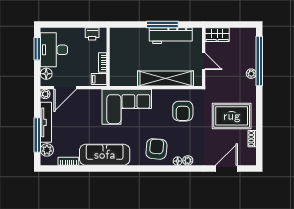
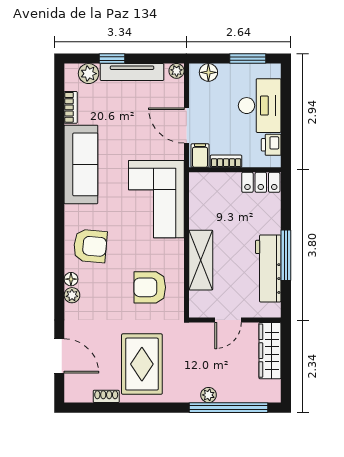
wardrobe: (217, 35) -> (270, 351), width x1.50
locker: (116, 40) -> (261, 182), added
desk: (54, 50) -> (260, 106), moved, turned 90
shelving: (165, 79) -> (201, 260), width x0.68
door: (65, 88) -> (186, 126), moved
window: (37, 135) -> (112, 58), width x0.46

